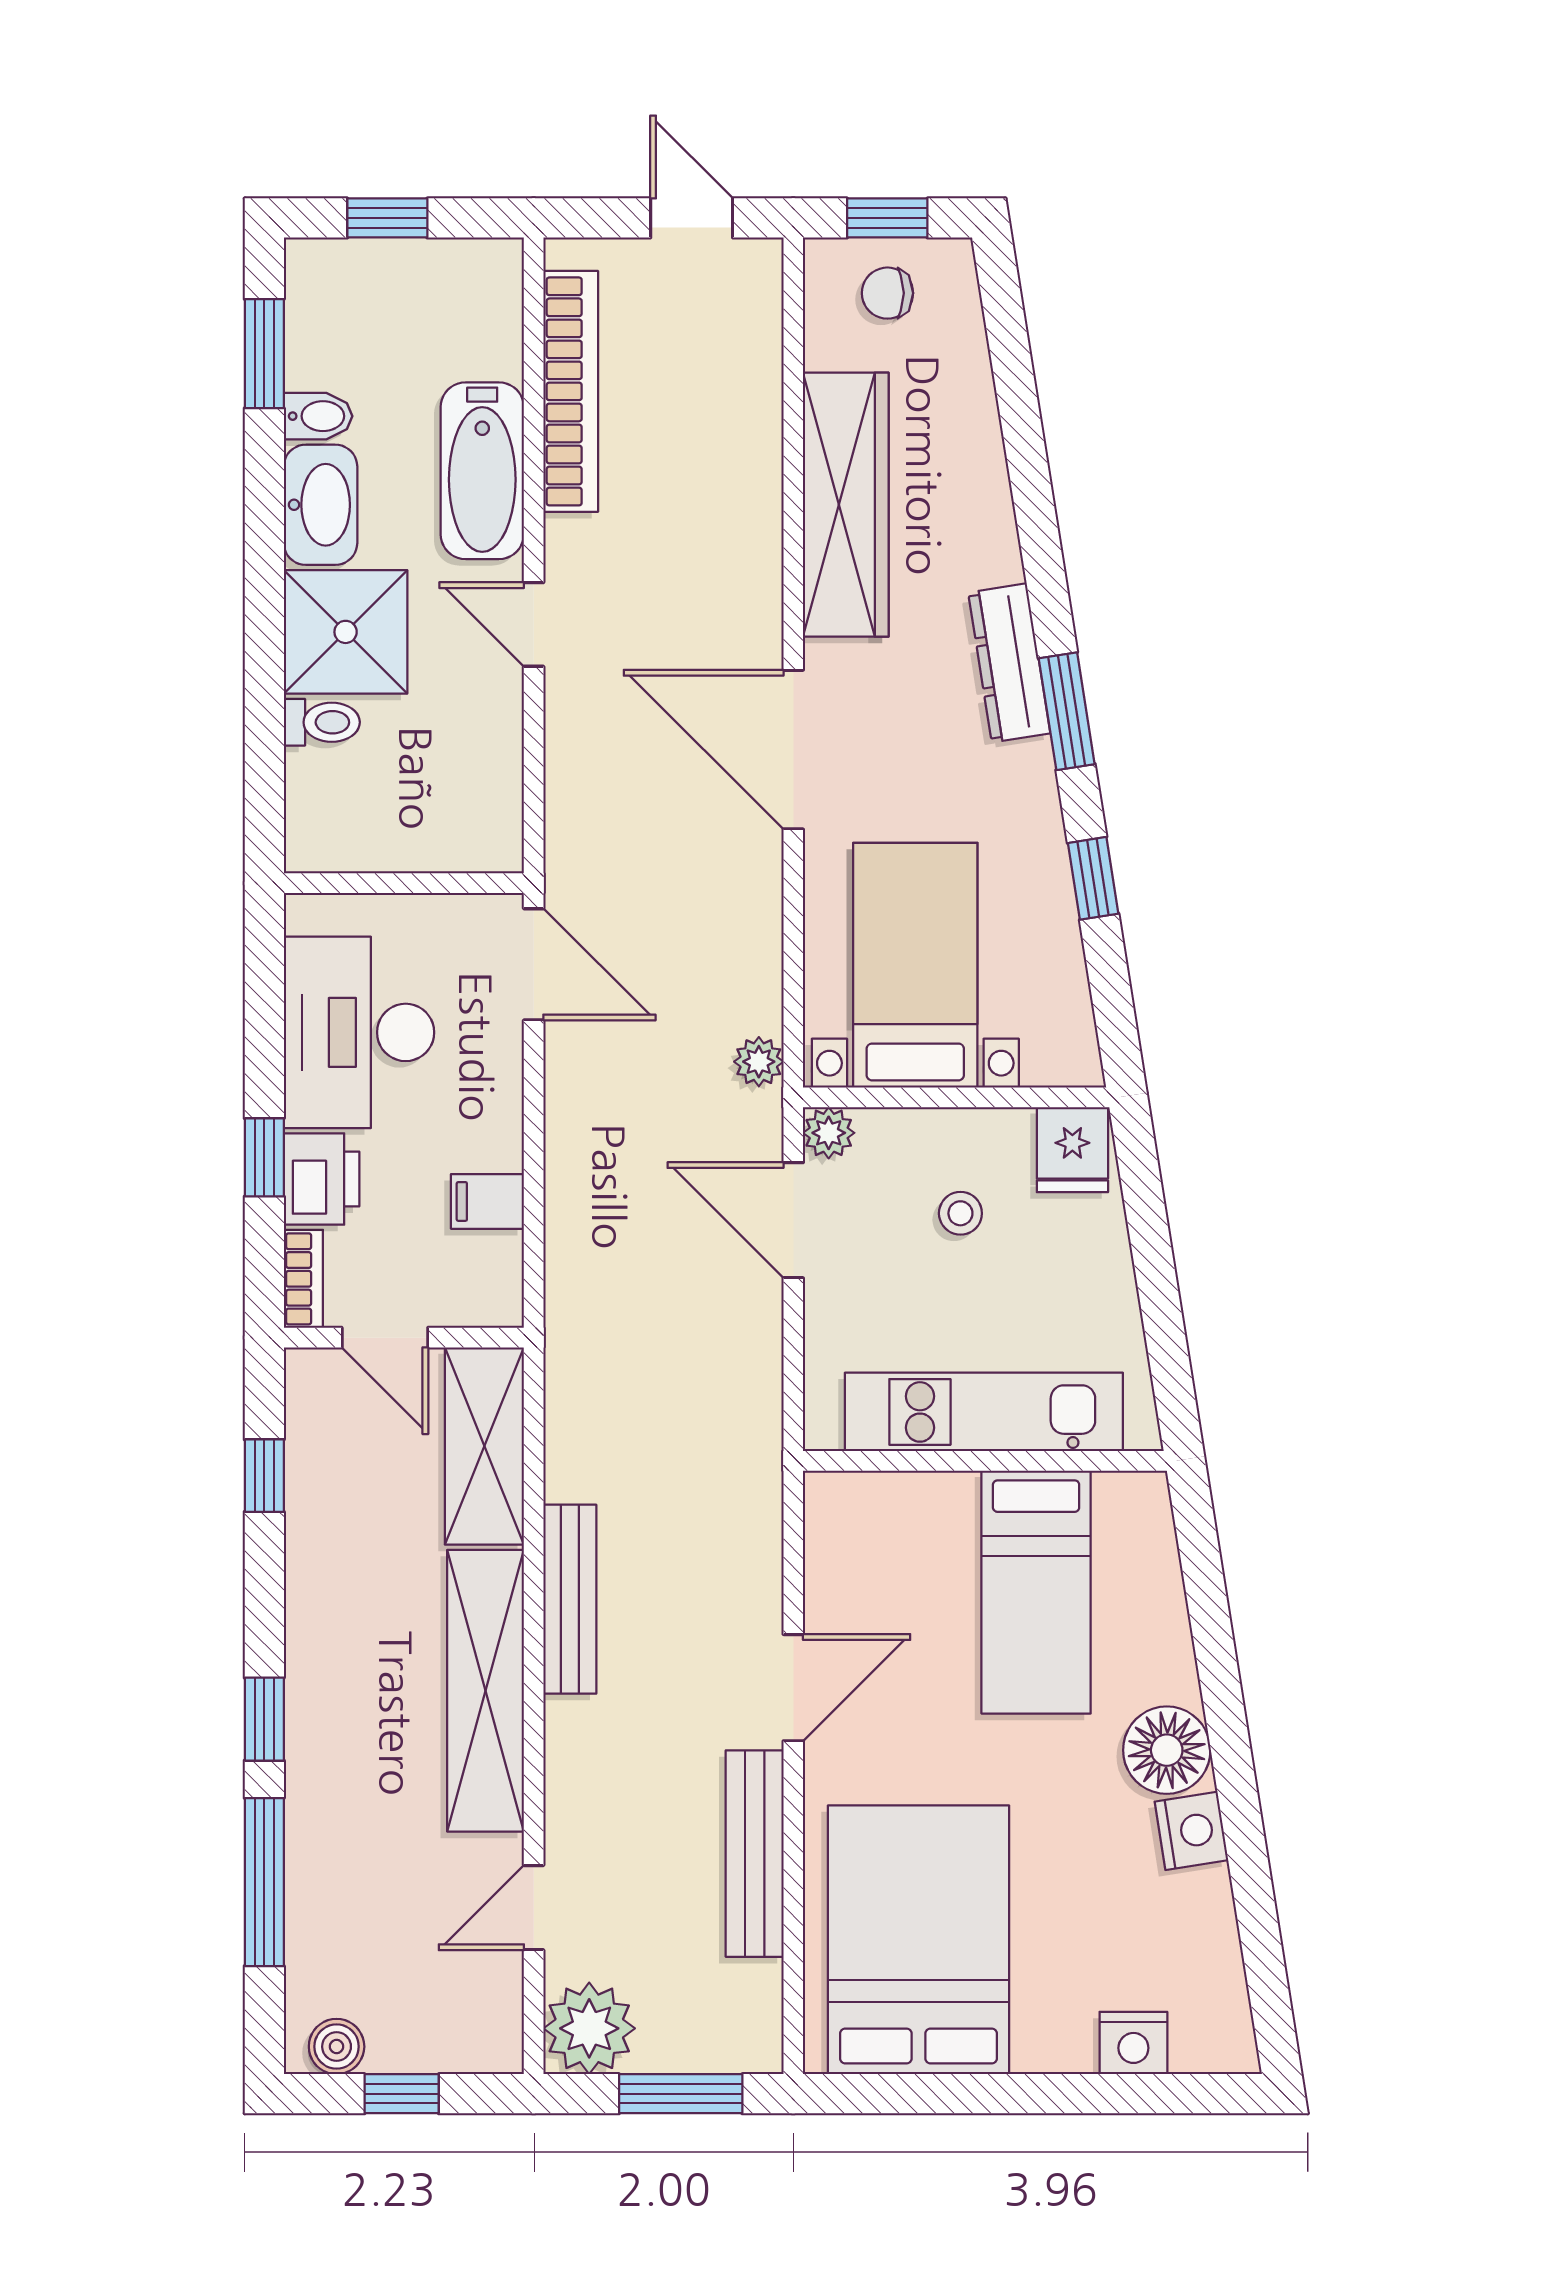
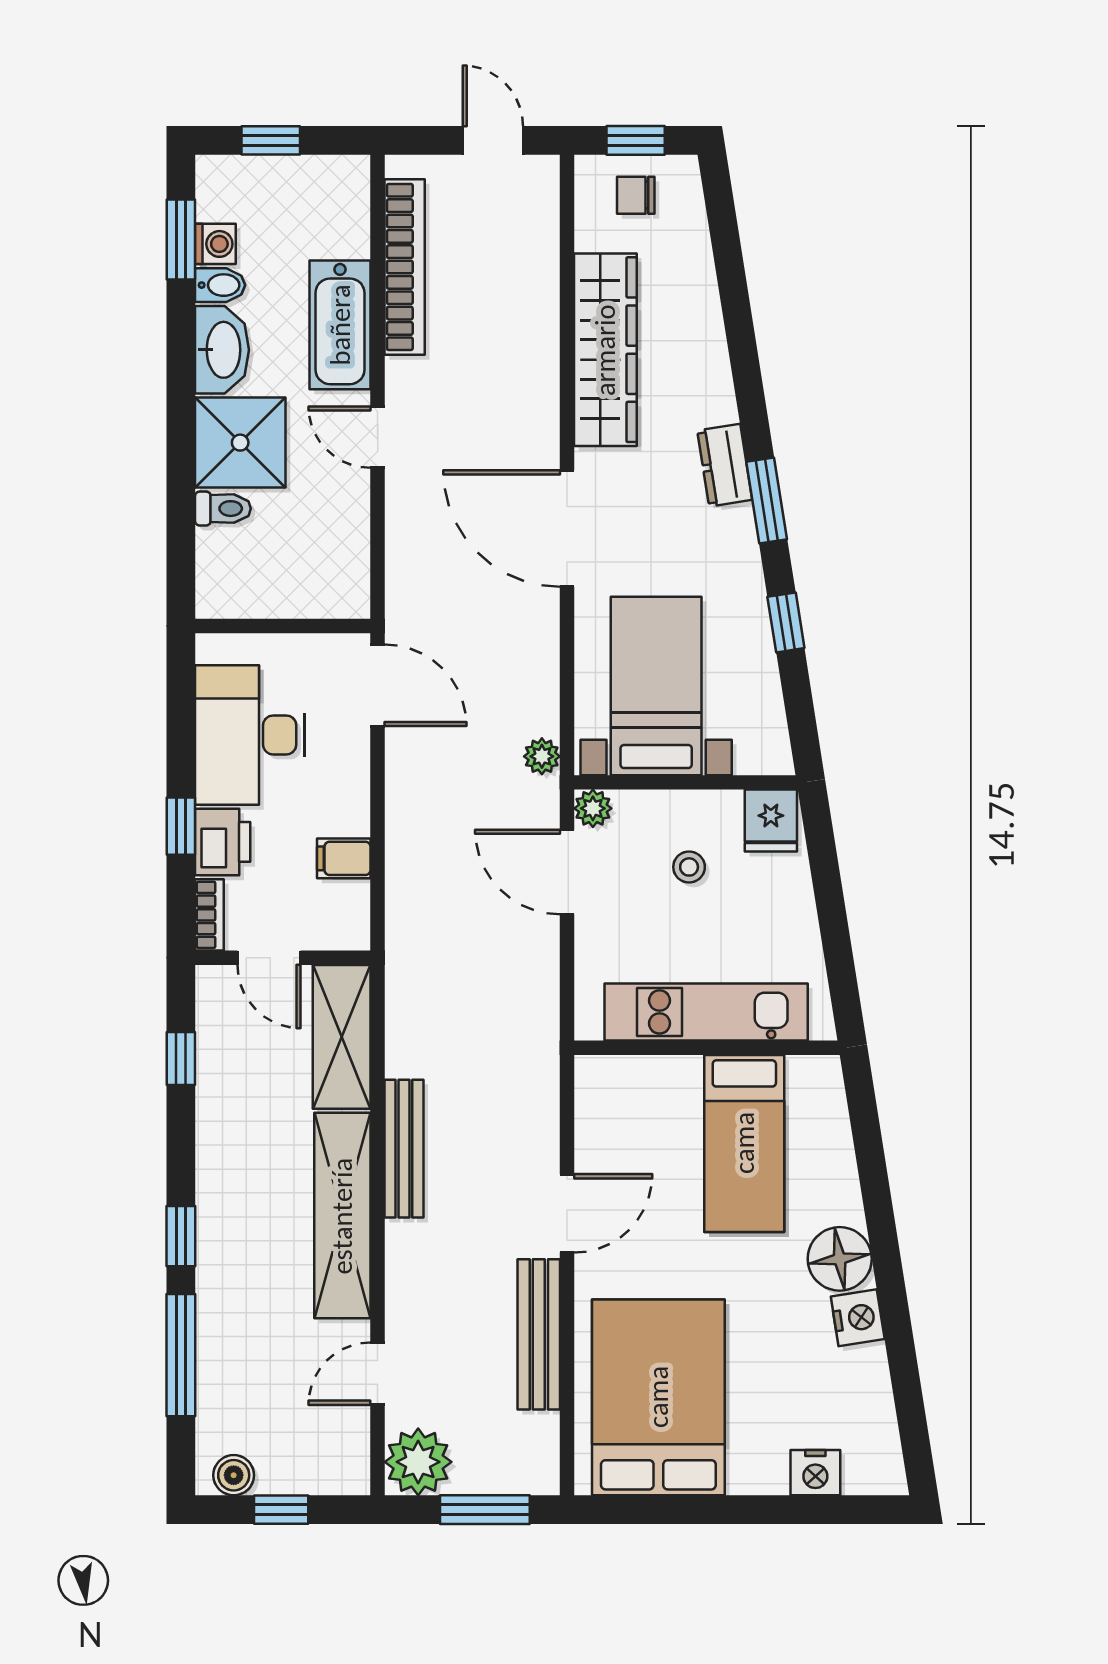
washing machine: (312, 360) -> (215, 244), added
dresser: (1009, 663) -> (725, 465), width x0.70

